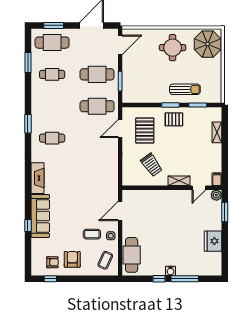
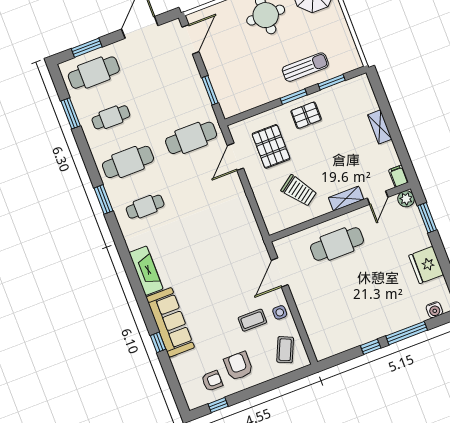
cafe table: (97, 74) -> (128, 162), moved
shelving: (217, 132) -> (380, 127), moved
cafe table: (132, 255) -> (337, 244), moved, turned 90
water cooler: (171, 271) -> (434, 310), moved

